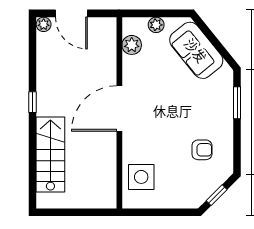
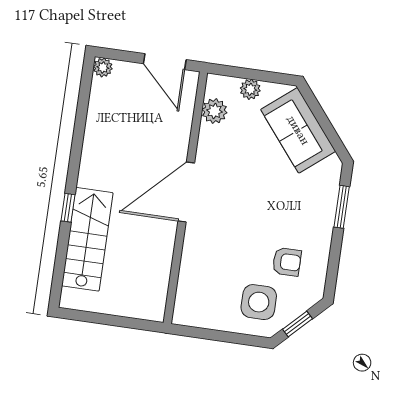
door: (71, 13) -> (165, 62), moved
window: (33, 102) -> (68, 208), moved
side table: (141, 177) -> (259, 302), moved

